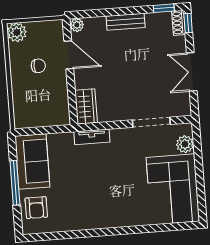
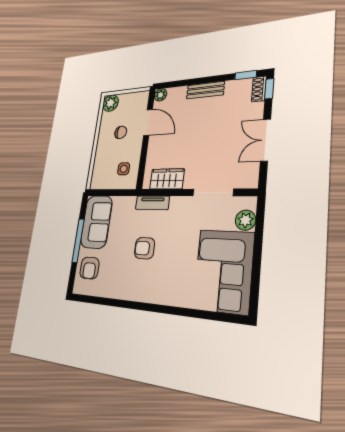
side table: (51, 105) -> (124, 169), added
wardrobe: (86, 106) -> (167, 179), moved, turned -90
armchair: (93, 180) -> (145, 248), added

